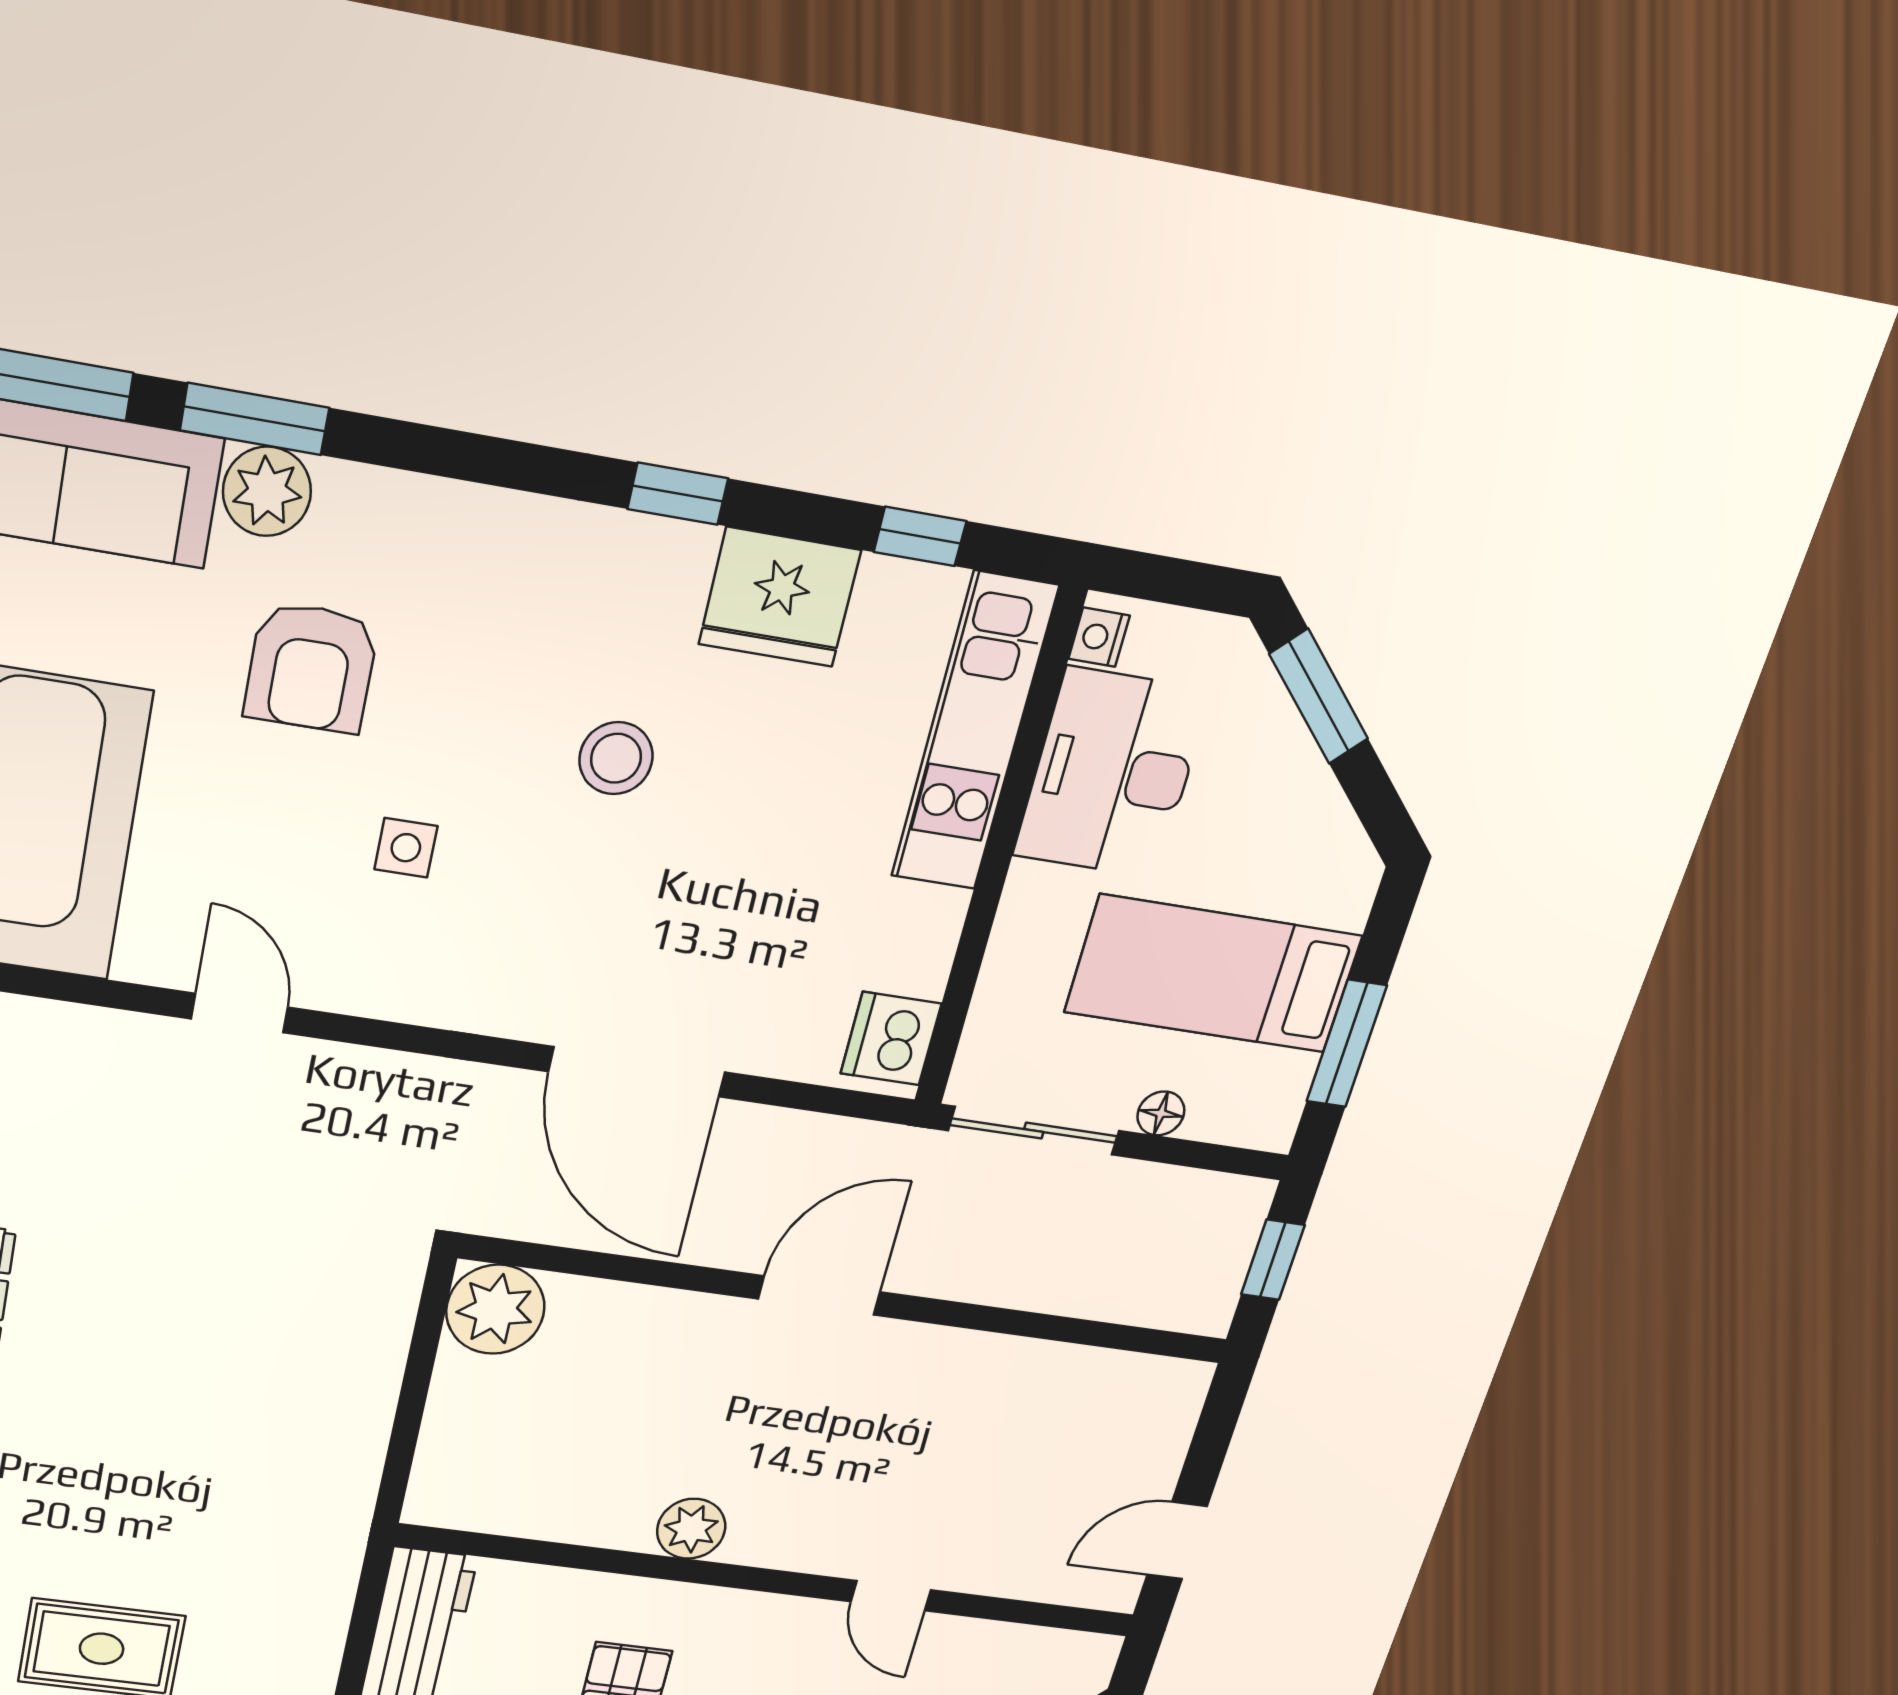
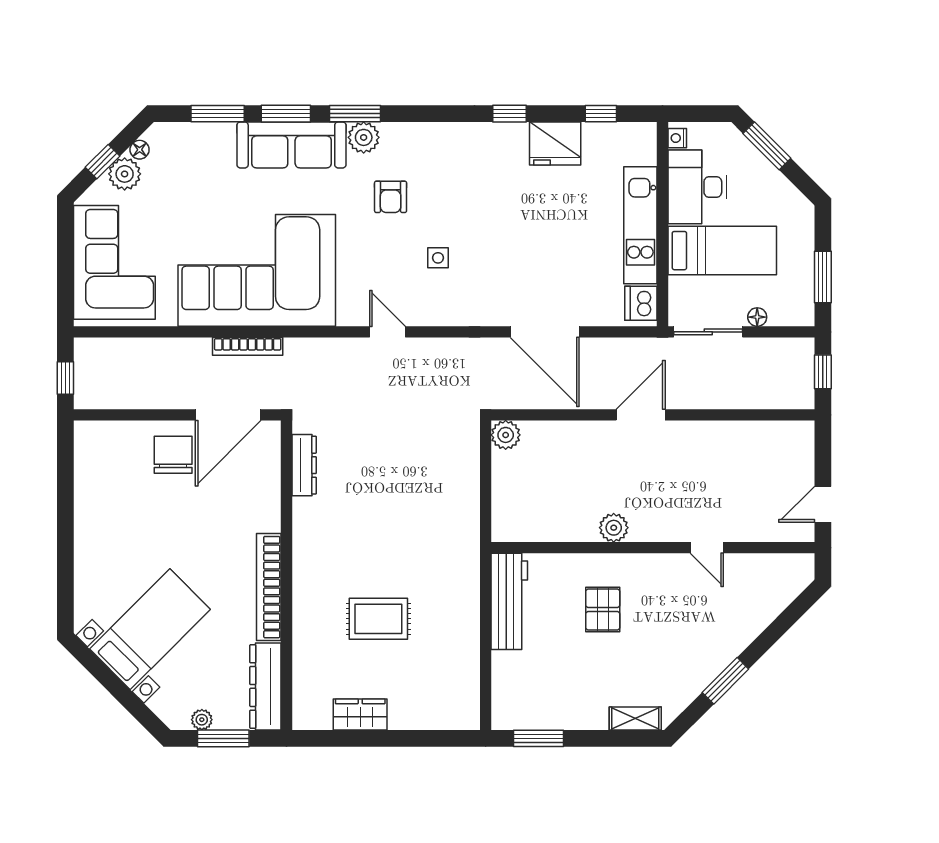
armchair: (311, 668) -> (391, 197), width x0.72, depth x0.72
kitchen unit: (974, 733) -> (640, 225), moved
stool: (616, 758) -> (509, 212), removed
bed: (1213, 974) -> (722, 251), moved, turned 180
plant: (495, 1309) -> (506, 435), width x0.73, depth x0.73

